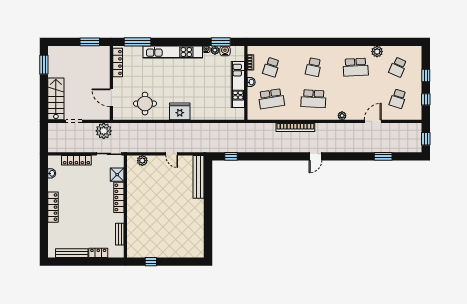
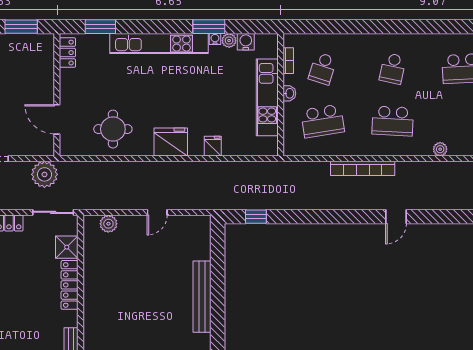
window: (137, 42) -> (100, 27), width x0.69
window: (221, 42) -> (209, 27), moved
locker: (118, 62) -> (67, 53), width x0.66
fridge: (205, 114) -> (213, 146), added
door: (172, 154) -> (157, 212), hinge flipped
bench: (199, 177) -> (202, 297), moved

